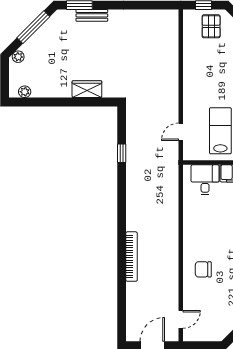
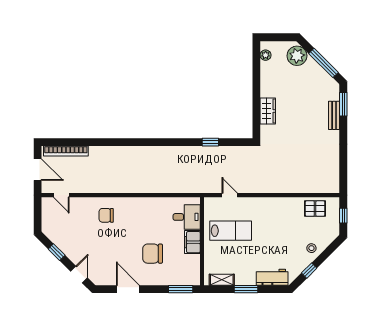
pallet: (211, 26) -> (315, 209), moved
plant: (18, 57) -> (297, 56), width x1.87, depth x1.87
bookcase: (131, 257) -> (66, 151), moved
chair: (203, 269) -> (106, 215), turned -90

